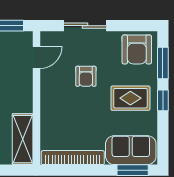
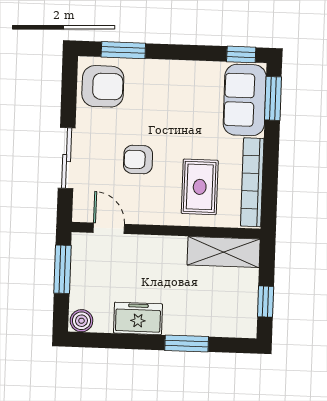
armchair: (86, 76) -> (138, 160), turned 180
rug: (130, 98) -> (200, 187), moved
window: (163, 100) -> (241, 54), moved

